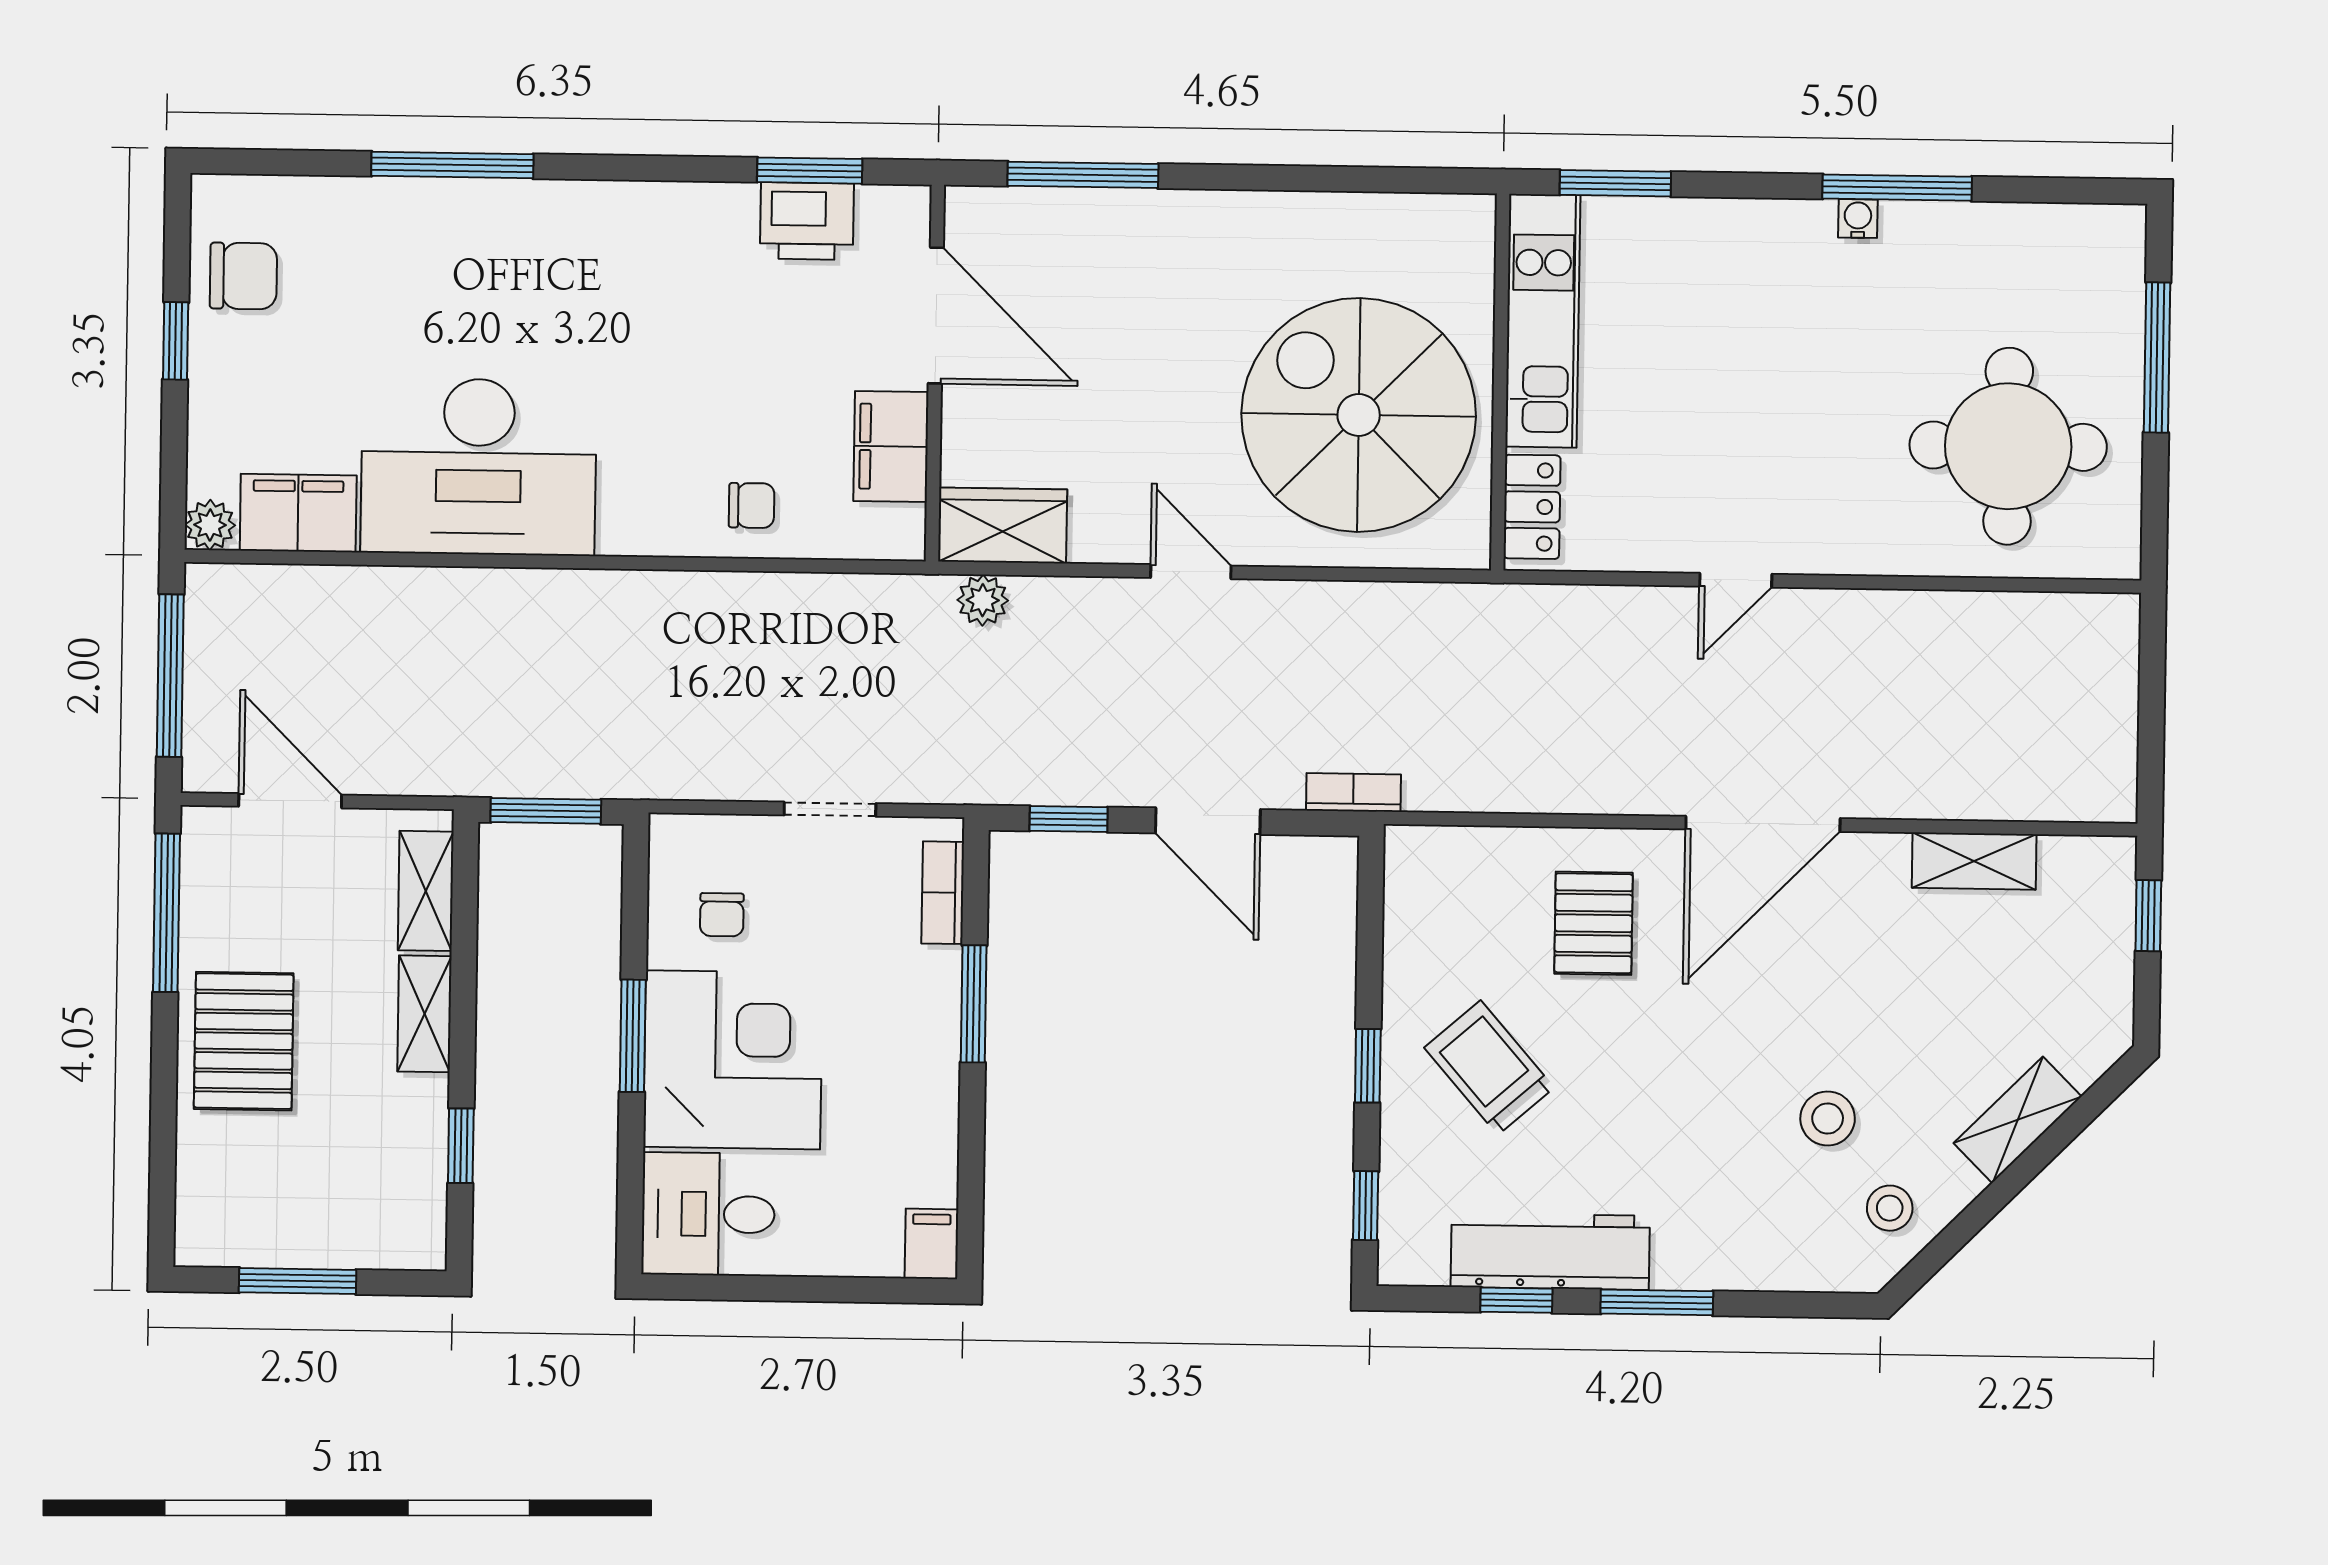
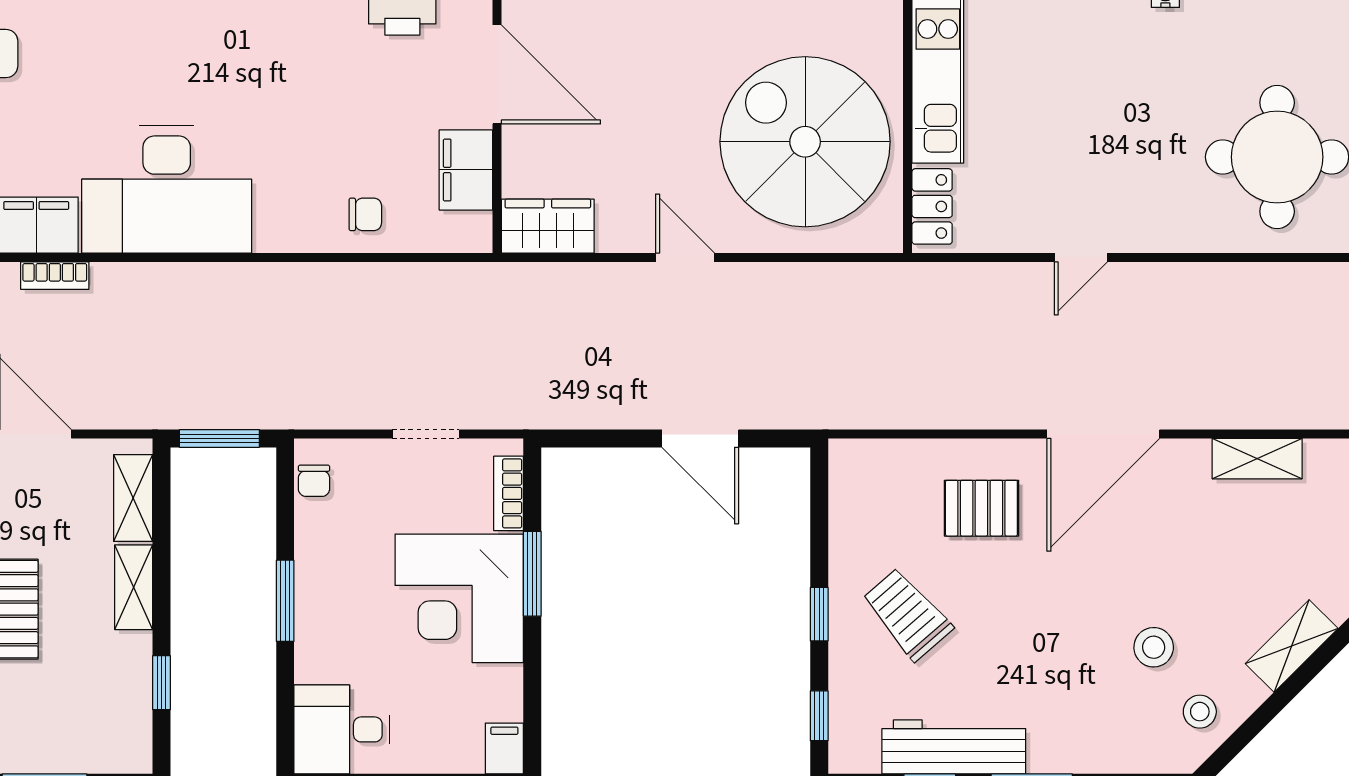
plant: (983, 600) -> (534, 281), removed
bookcase: (1353, 792) -> (55, 276), moved, turned 180
window: (1069, 819) -> (599, 438), removed
chair: (722, 915) -> (314, 481), moved
pallet: (1594, 923) -> (981, 508), turned 90
corner desk: (733, 1060) -> (459, 598), moved, turned 180

